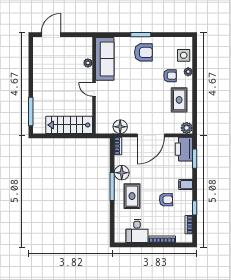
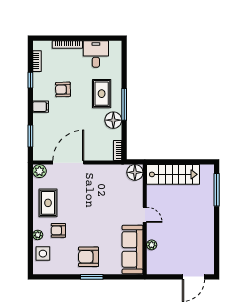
floor lamp: (120, 127) -> (135, 172), moved
door: (151, 135) -> (68, 163), moved
printer: (184, 149) -> (43, 147), removed

